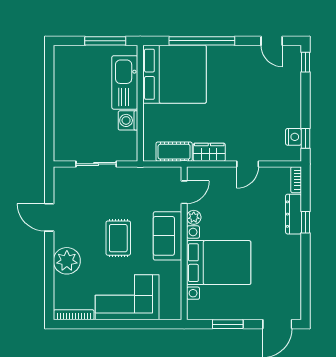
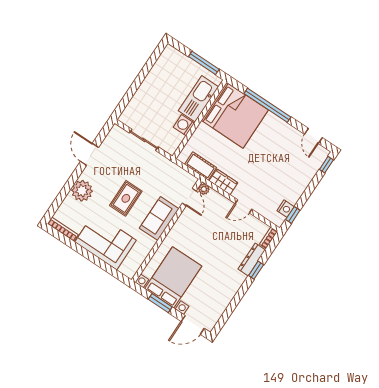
door: (184, 192) -> (189, 197), hinge flipped
plant: (194, 217) -> (204, 189), moved
bed with nightstands: (219, 263) -> (173, 277), moved, turned -90

